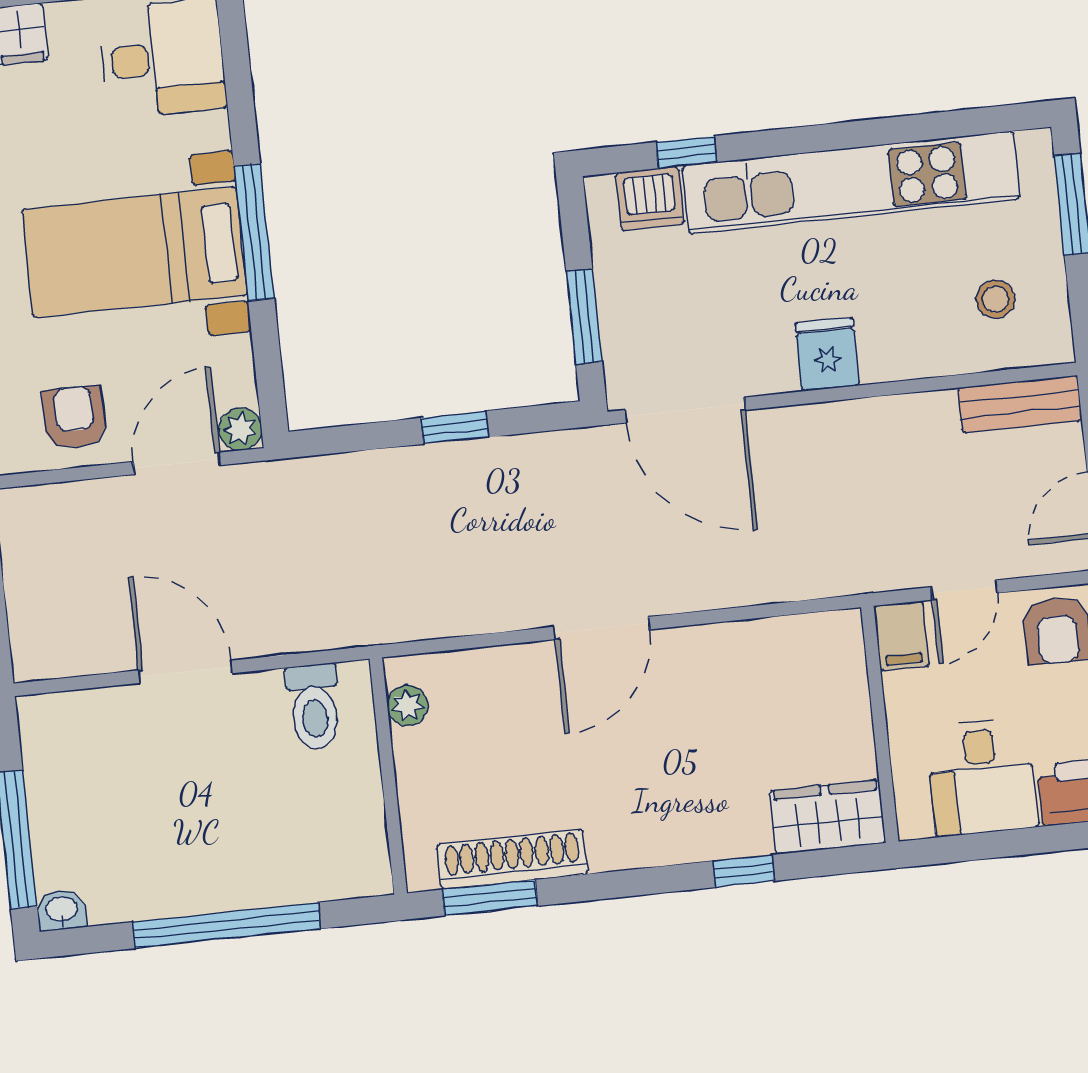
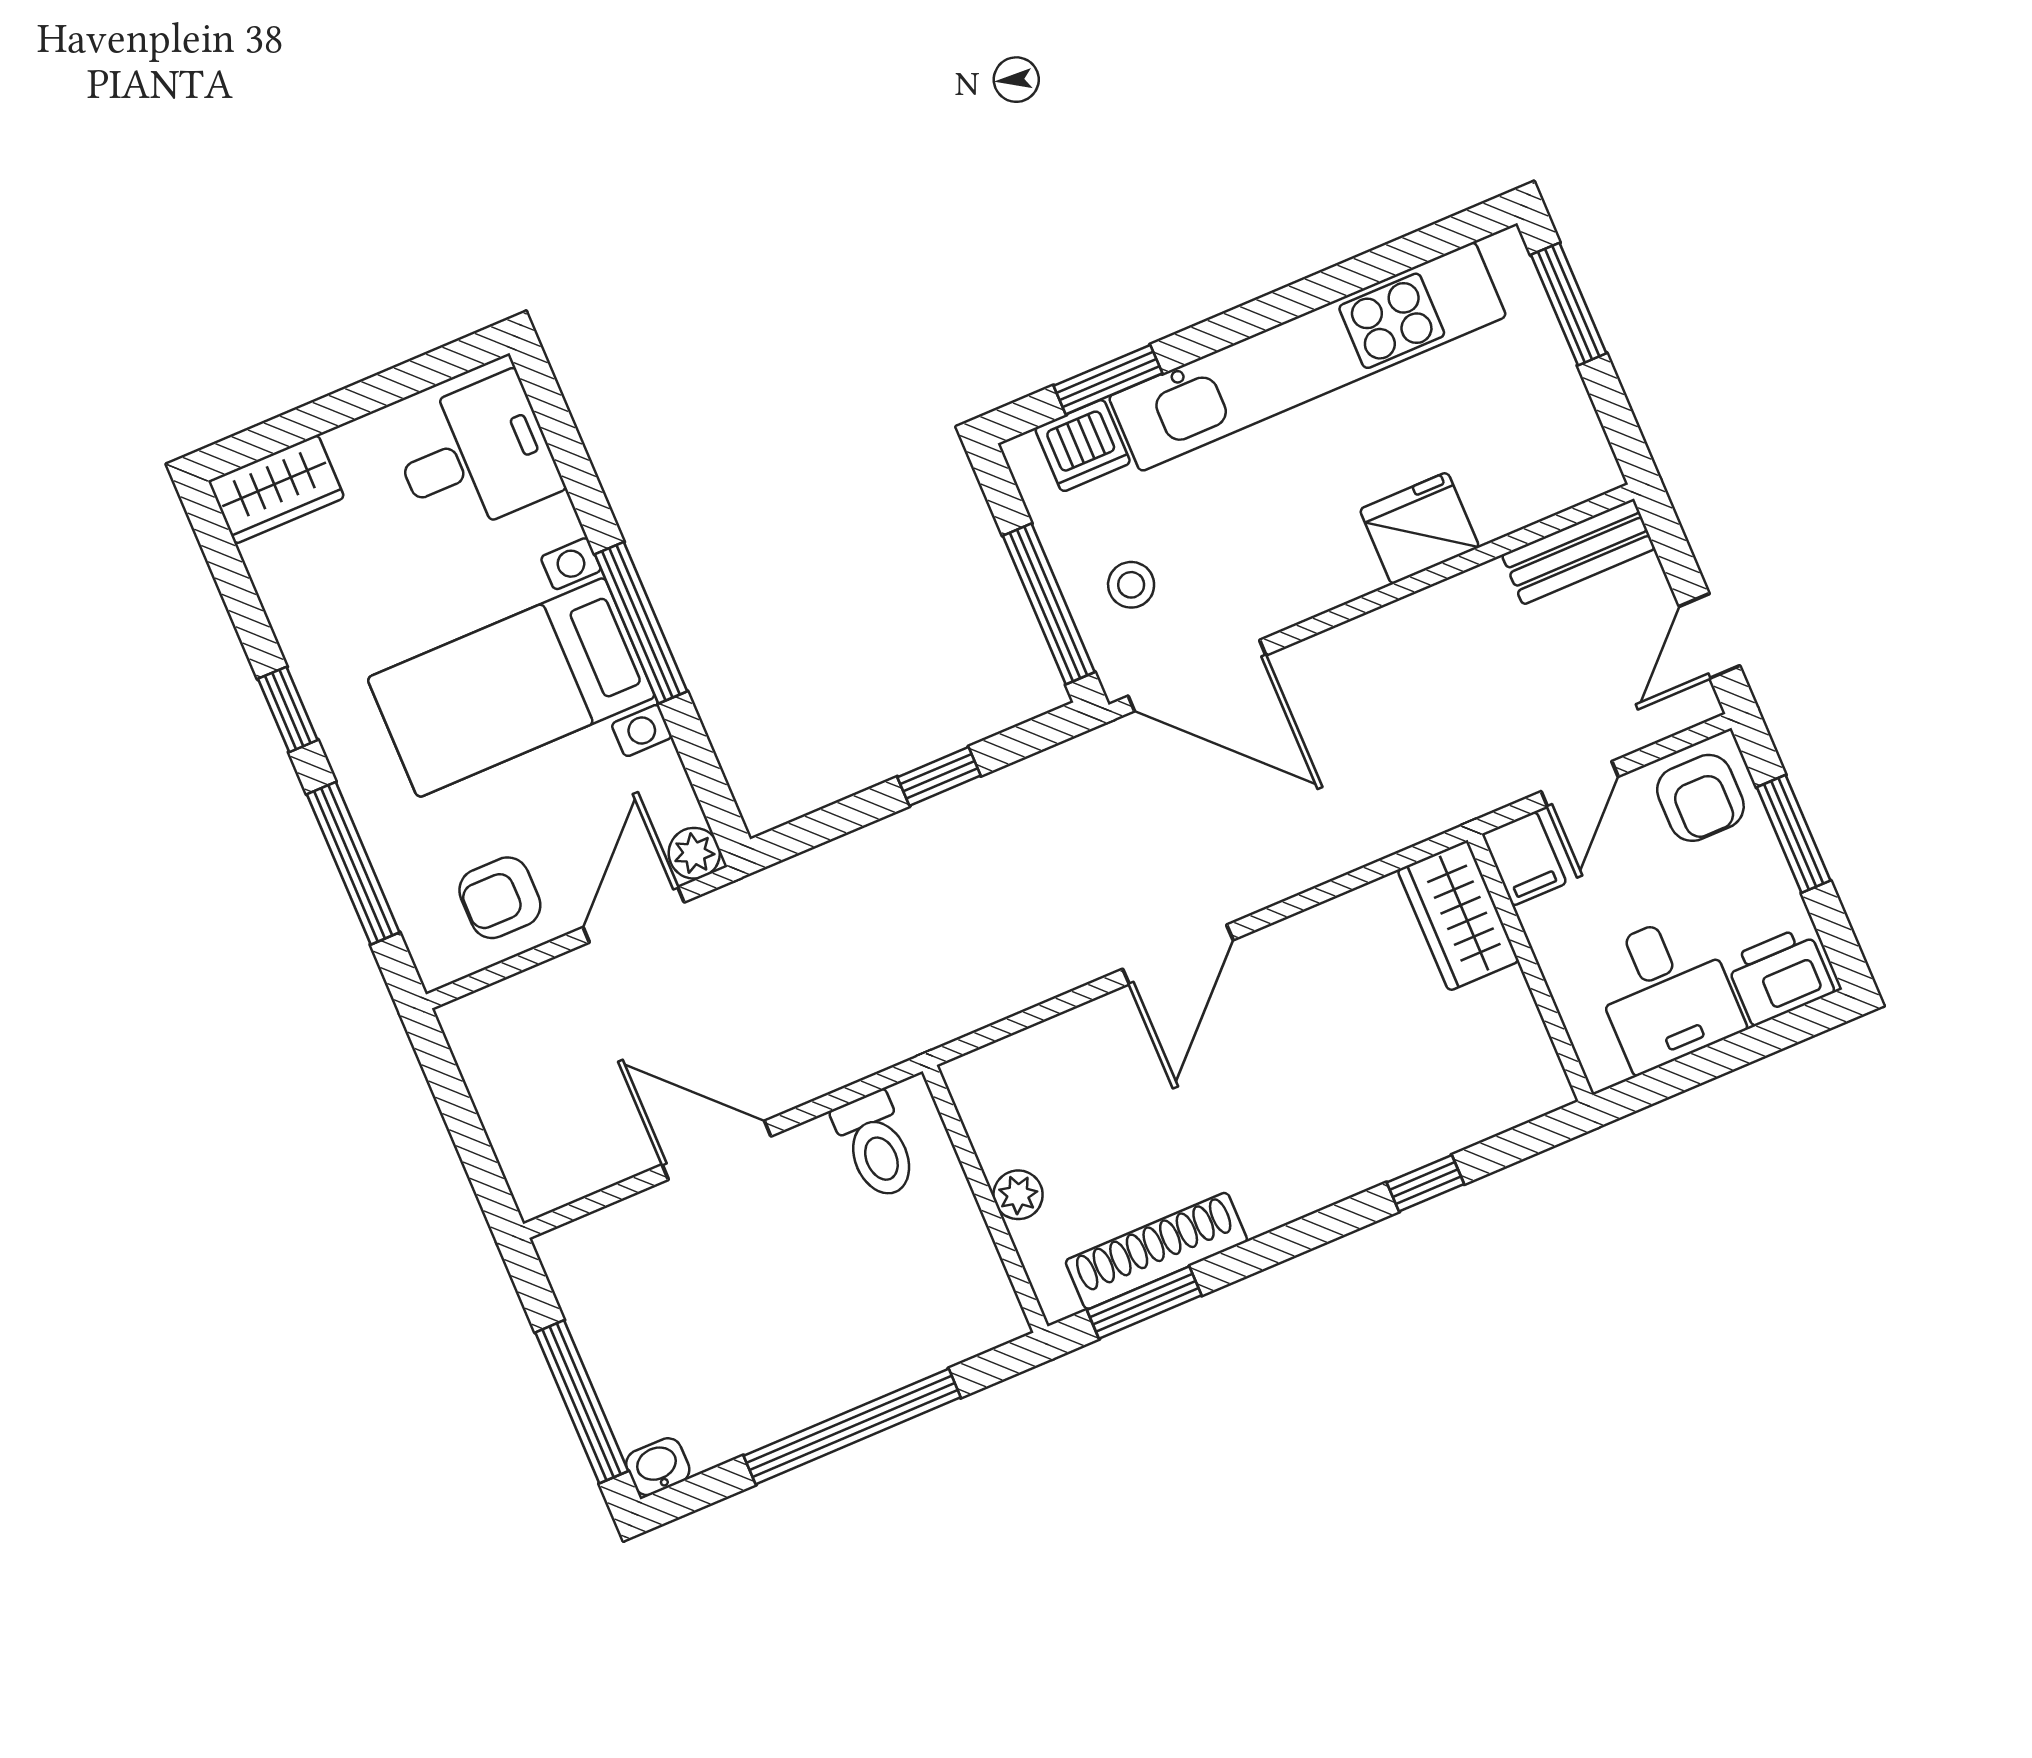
window: (686, 152) -> (1108, 380), width x1.50
stool: (995, 299) -> (1131, 585), moved
window: (584, 317) -> (1049, 604), width x1.44
fridge: (827, 354) -> (1419, 528), moved, width x1.38
armchair: (74, 417) -> (500, 898), turned -90
plant: (408, 706) -> (1018, 1195), moved
wardrobe: (828, 817) -> (1458, 916), moved, turned -90

